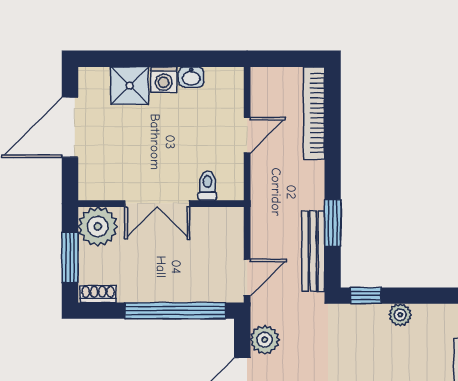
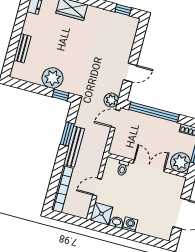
shower: (130, 86) -> (101, 214), moved
bench: (313, 251) -> (74, 147), moved
plant: (400, 315) -> (53, 78), width x1.88, depth x1.88
plant: (265, 340) -> (111, 100), moved

